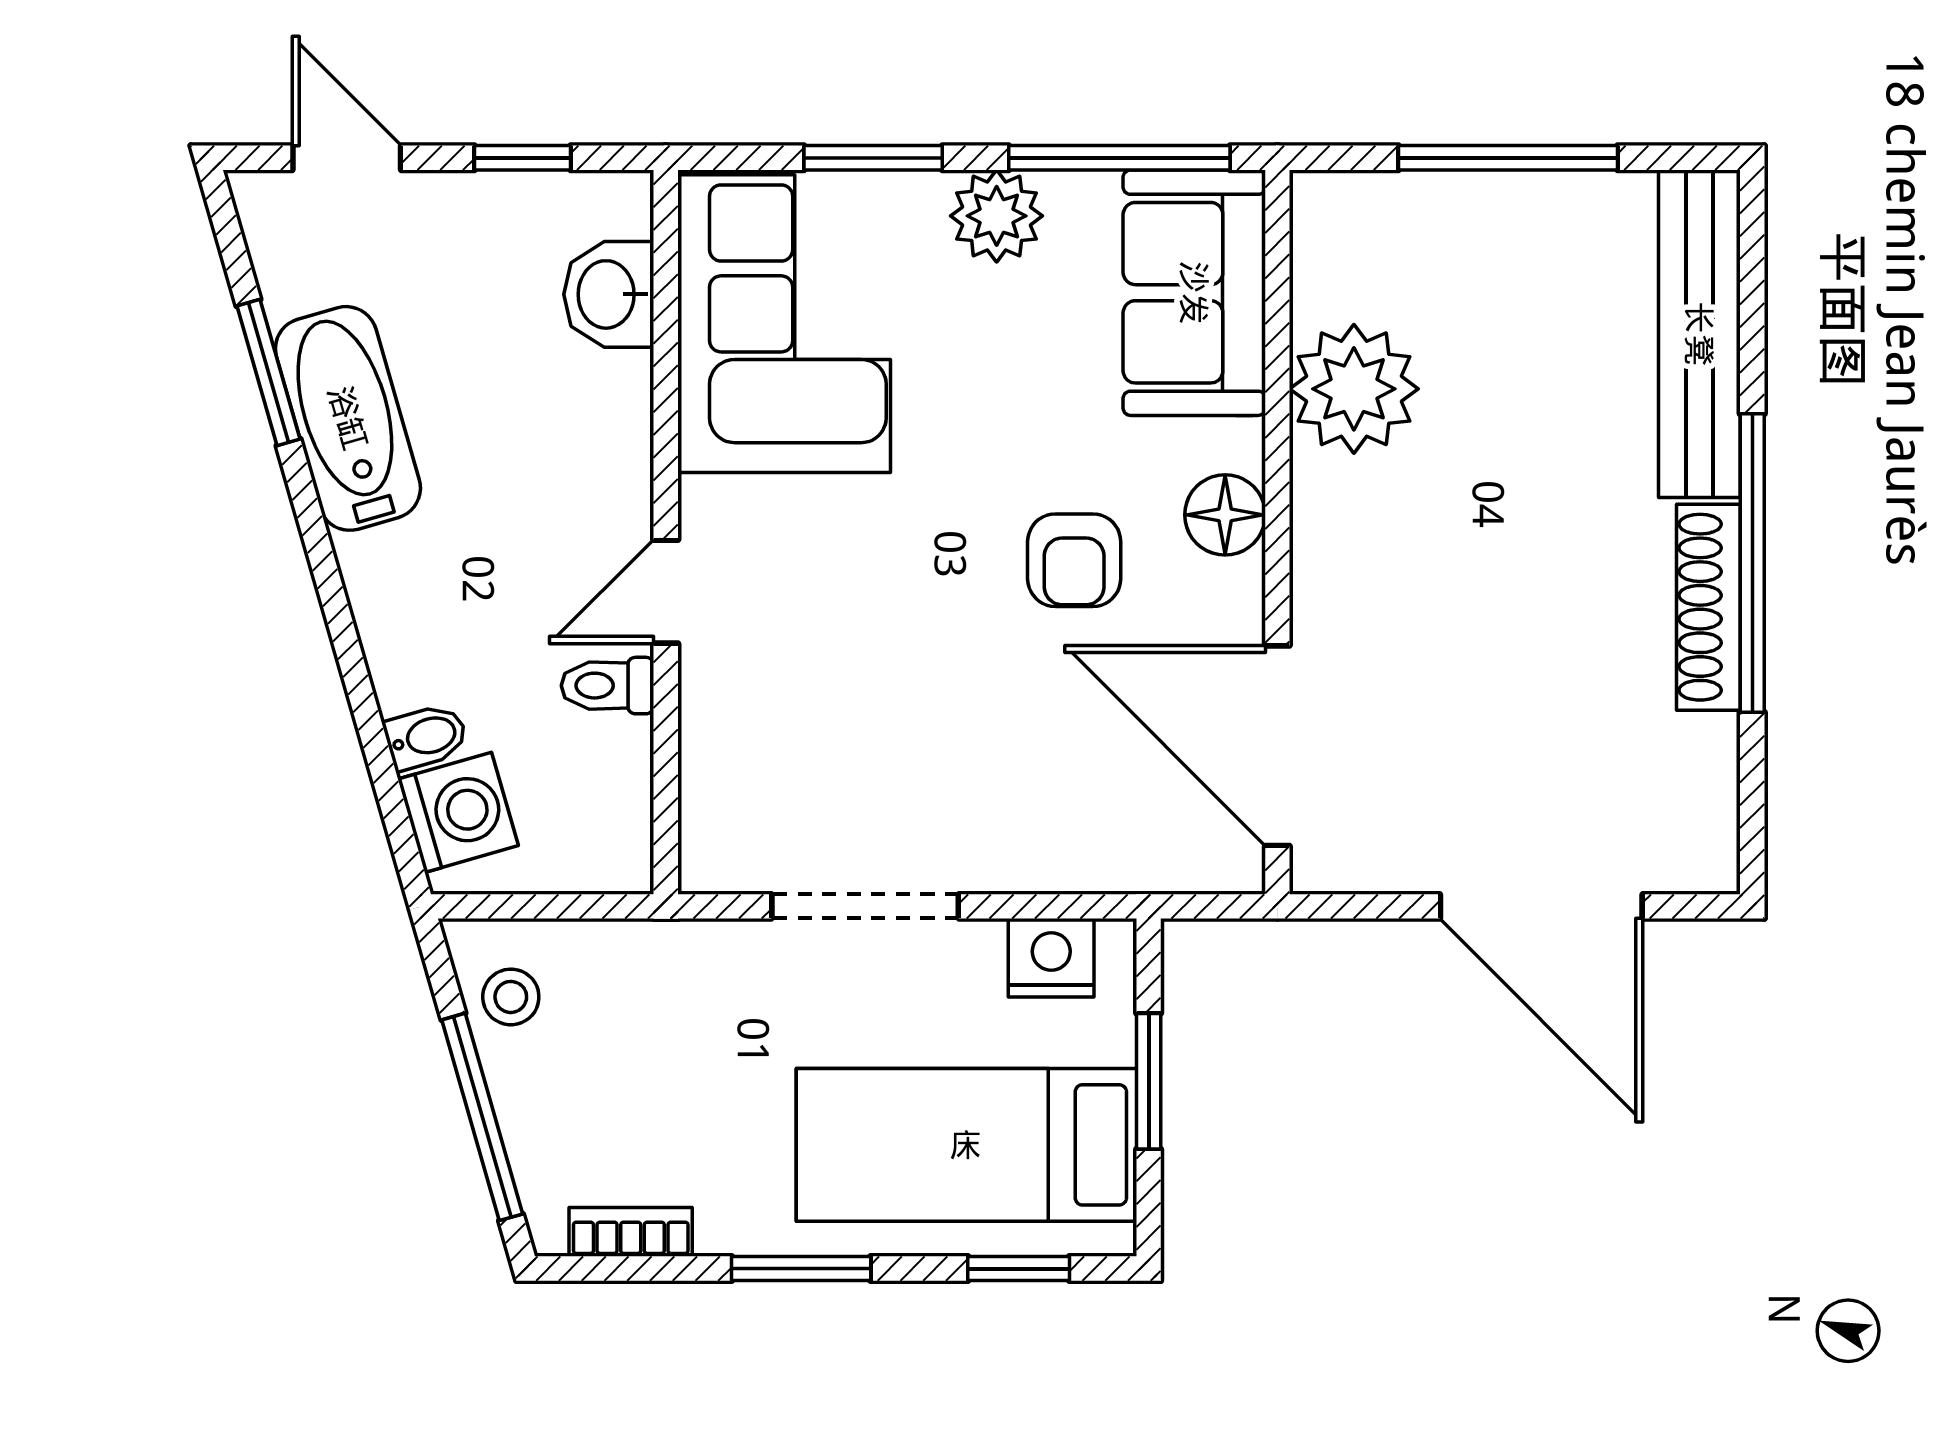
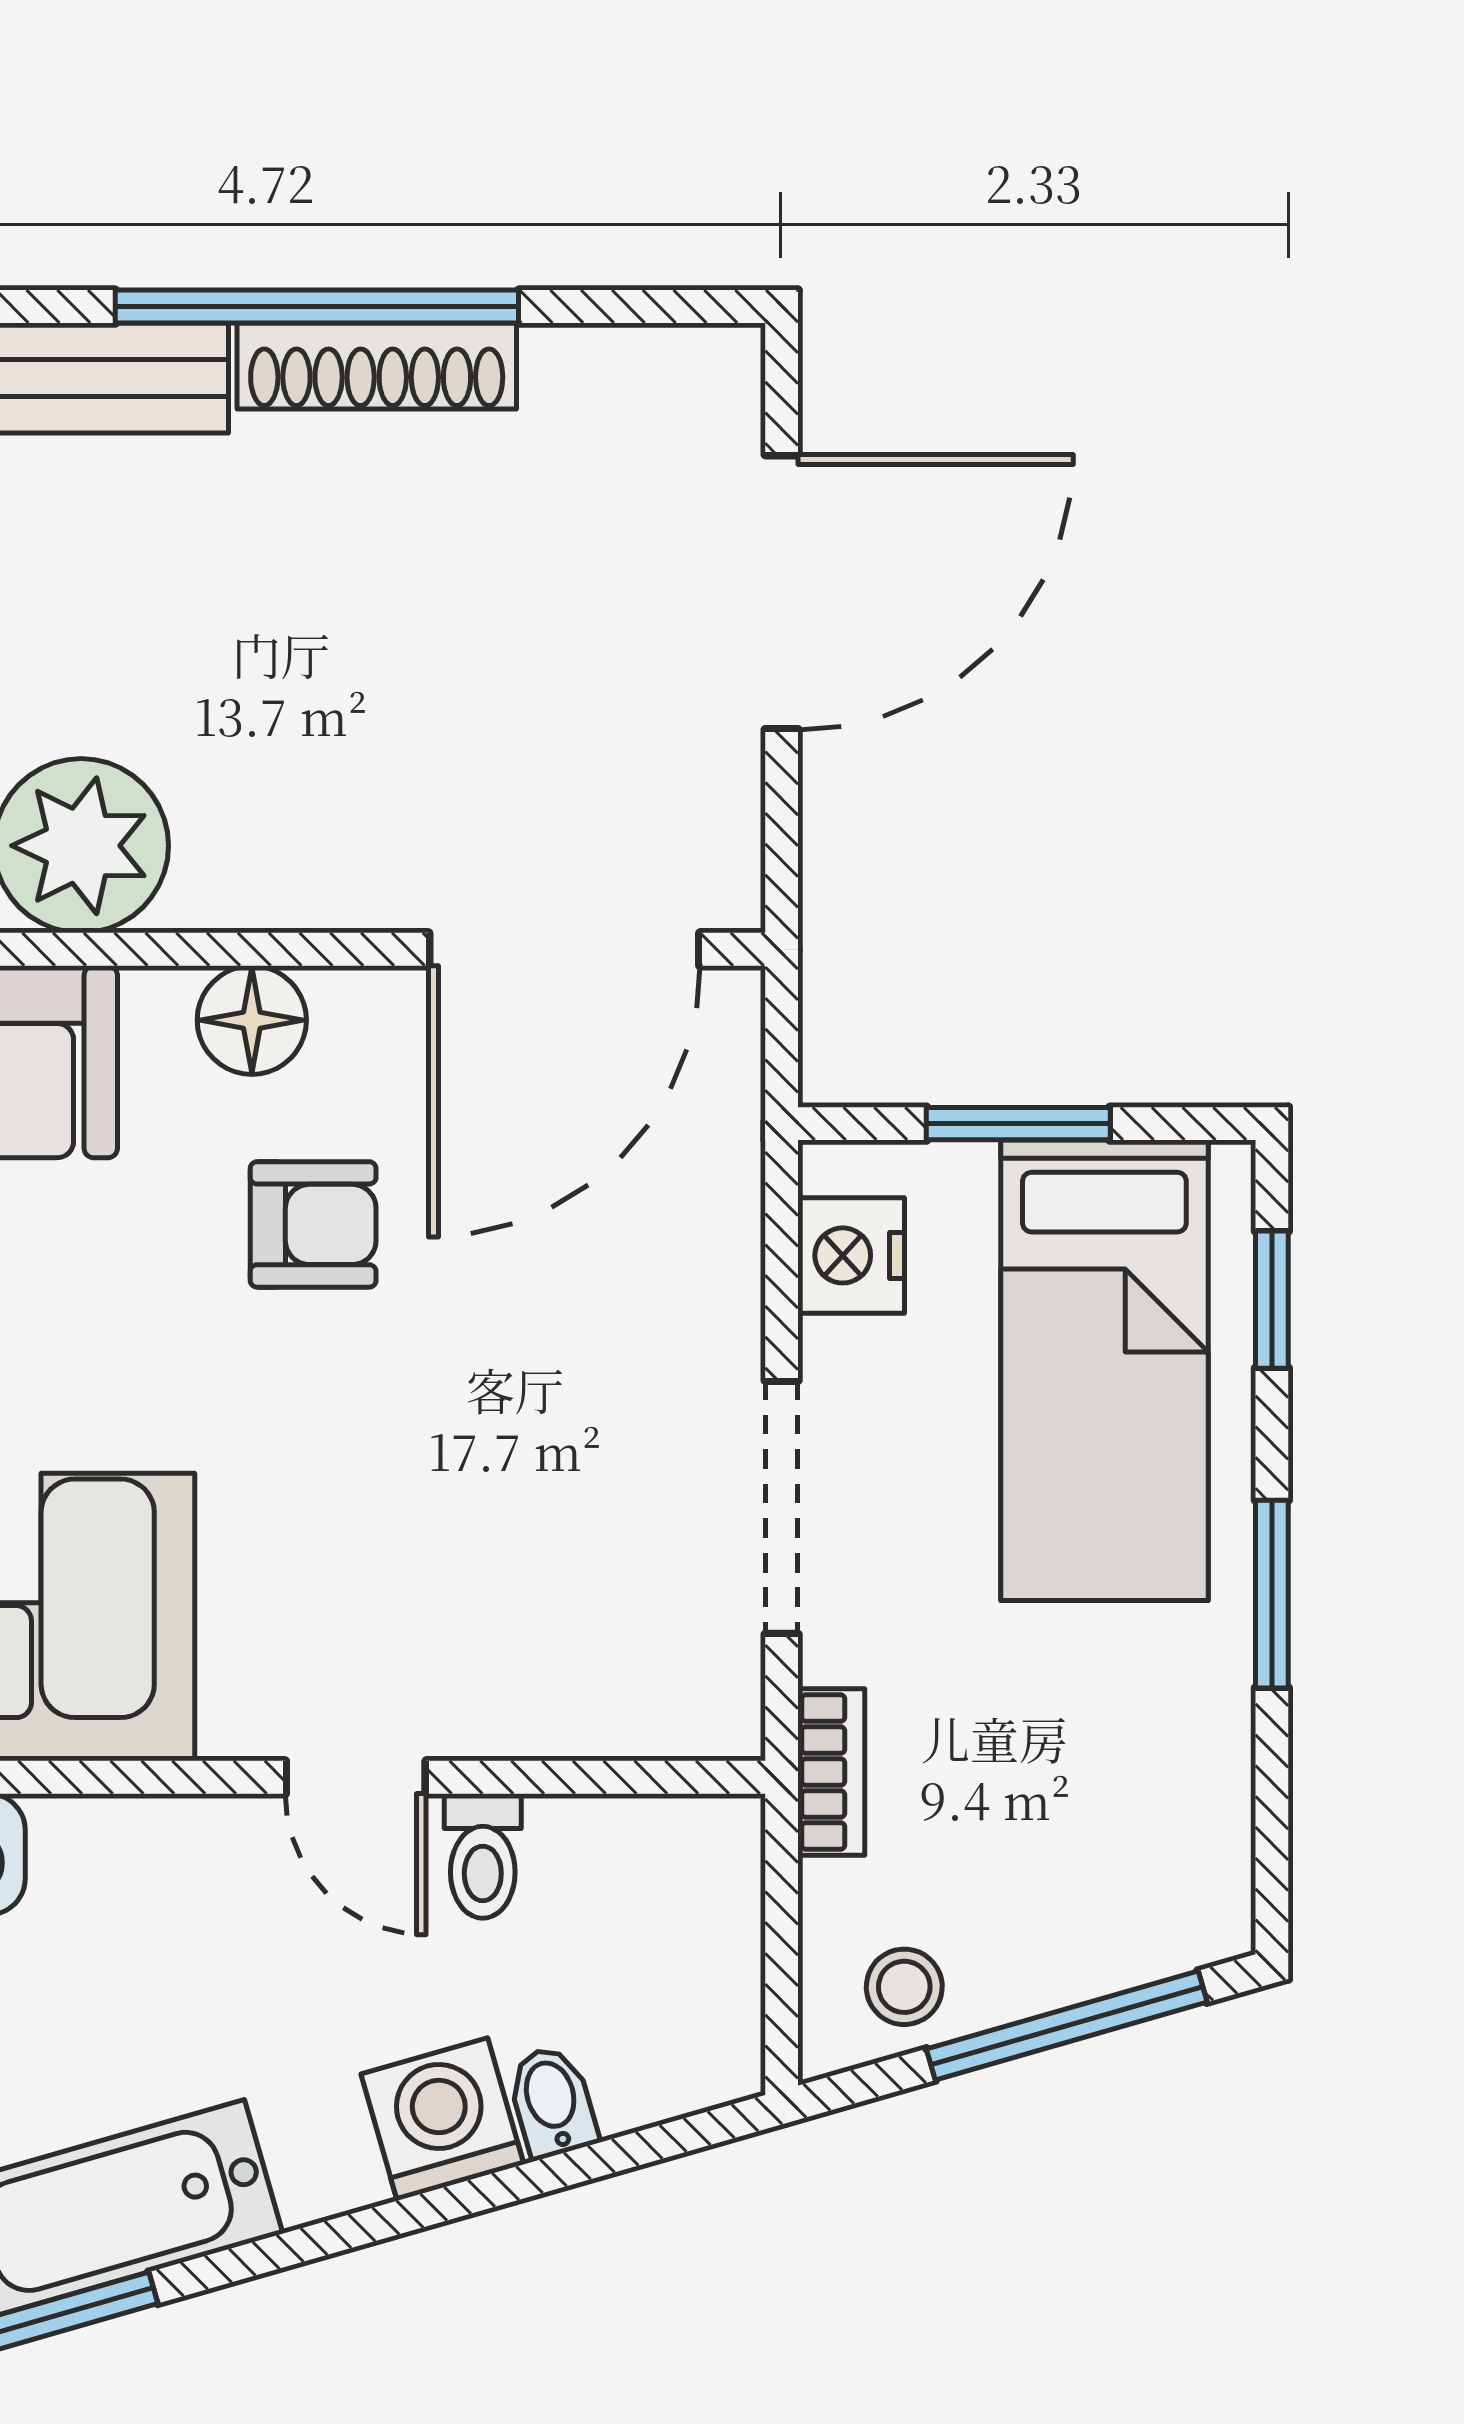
washing machine: (458, 812) -> (442, 2119), moved
bookcase: (631, 1232) -> (831, 1772), moved, turned 180

